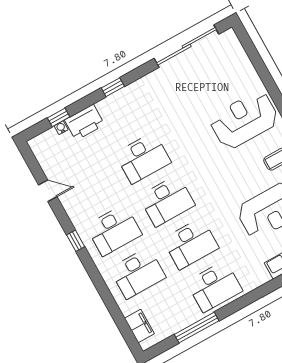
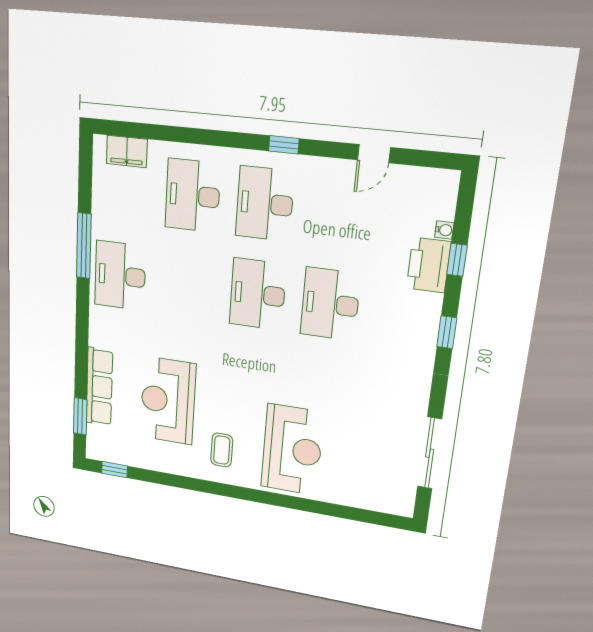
sliding door: (187, 46) -> (430, 453), width x0.73
window: (59, 117) -> (457, 260), moved
desk: (191, 243) -> (188, 285), removed
window: (197, 328) -> (84, 246), moved

